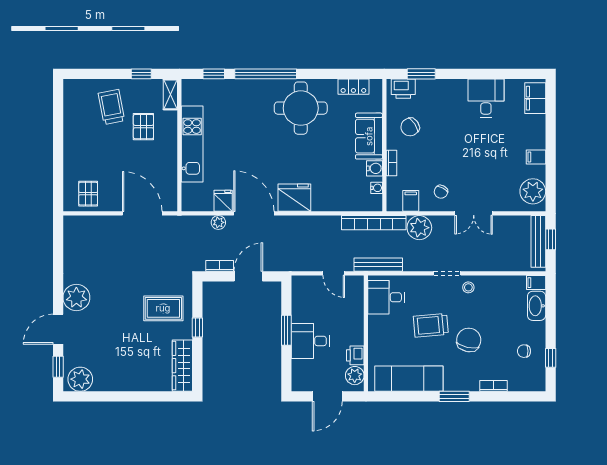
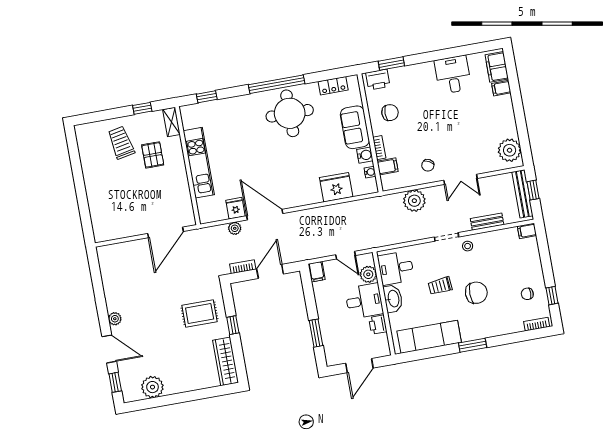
window: (266, 74) -> (277, 84), moved
chair: (410, 127) -> (390, 113), turned -146
filing cabinet: (536, 157) -> (501, 88), moved
pallet: (88, 194) -> (114, 223), removed
fridge: (294, 198) -> (336, 187), moved
filing cabinet: (411, 201) -> (388, 166), moved, turned 90
door: (142, 213) -> (165, 232), swing flipped
bookcase: (374, 223) -> (373, 204), removed
bench: (378, 265) -> (487, 222), moved, width x0.73
filing cabinet: (299, 286) -> (317, 272), added
plant: (76, 297) -> (115, 319), width x0.53, depth x0.53
washbasin: (537, 306) -> (393, 299), moved, turned 180
trolley: (431, 325) -> (440, 286), width x0.73, depth x0.72
door: (58, 329) -> (109, 349), swing flipped
window: (286, 330) -> (316, 333), moved
chair: (469, 340) -> (476, 293), turned 77
desk: (310, 341) -> (364, 301), moved, turned 180
plant: (355, 376) -> (368, 274), moved
plant: (80, 379) -> (152, 387), moved
bookcase: (494, 386) -> (537, 324), moved

